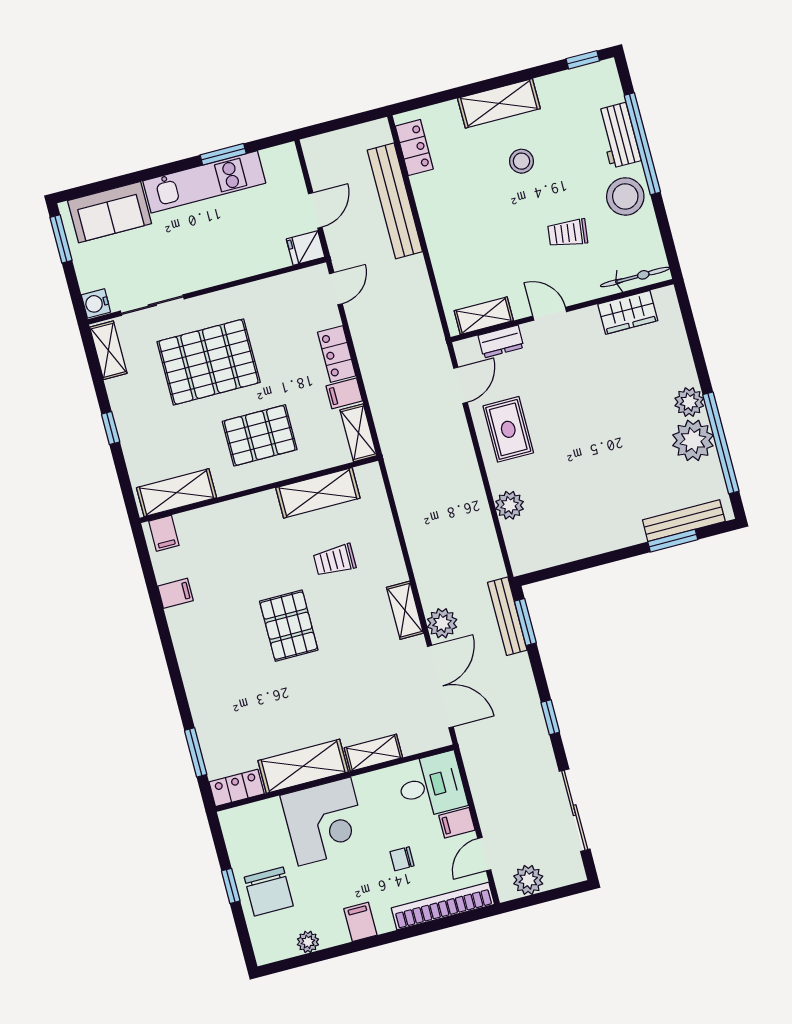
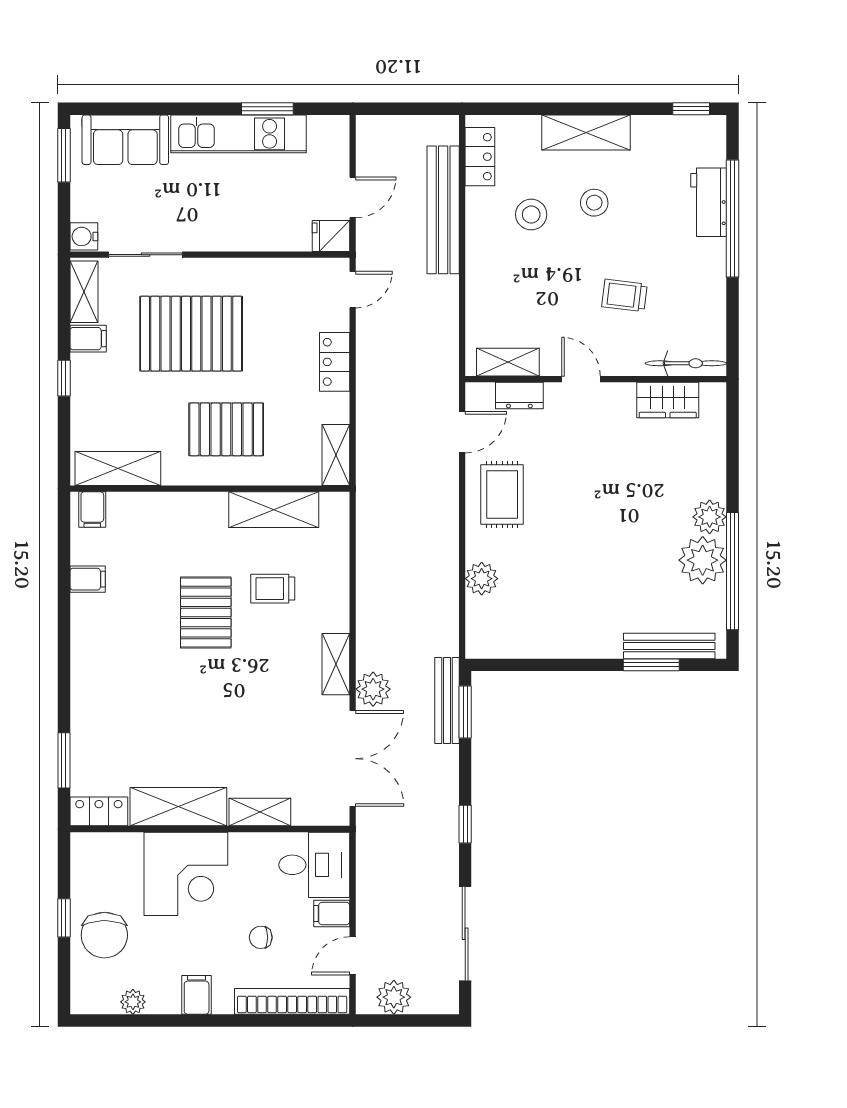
stool: (625, 196) -> (531, 215), moved, width x0.73, depth x0.73
filing cabinet: (344, 393) -> (88, 339), moved, turned 180
pallet: (289, 626) -> (206, 613), moved

